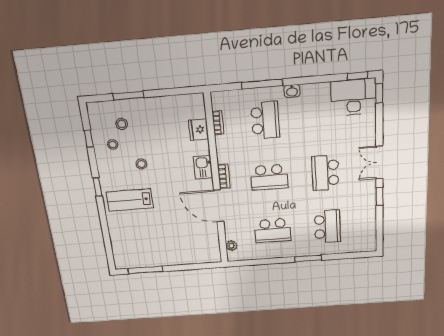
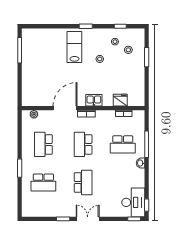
school desk: (325, 173) -> (83, 183), turned 90

